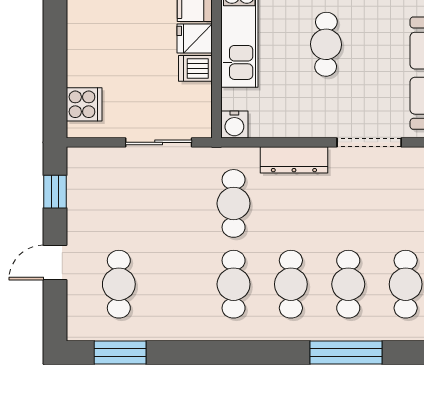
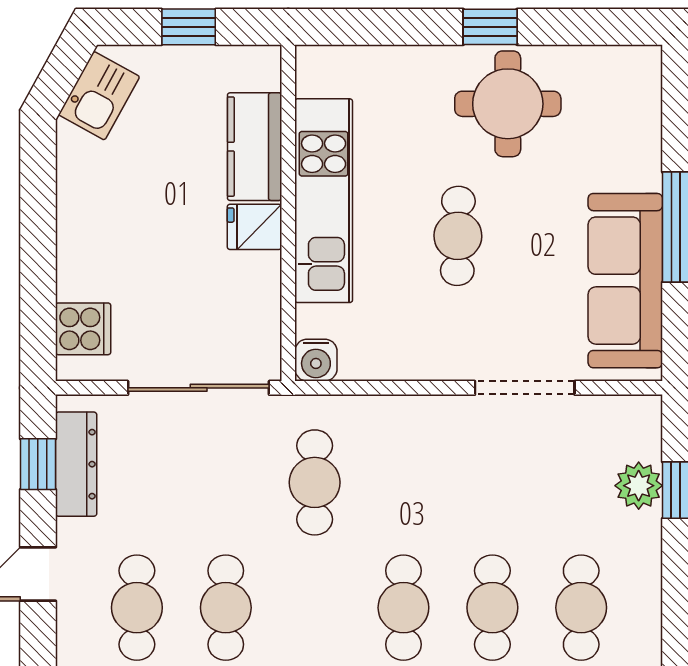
dishwasher: (195, 68) -> (256, 273), removed
sliding door: (159, 142) -> (199, 388), width x1.37
dresser: (294, 160) -> (76, 464), moved, turned -90
cafe table: (234, 284) -> (226, 608), moved

